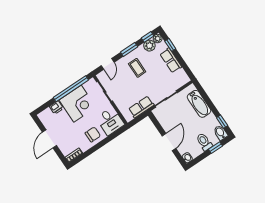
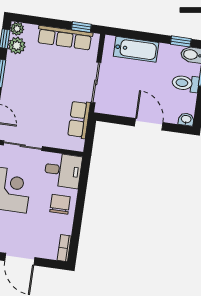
window: (170, 45) -> (81, 27), moved
row of seats: (171, 60) -> (65, 38), width x1.48
coffee table: (137, 68) -> (29, 83), removed

